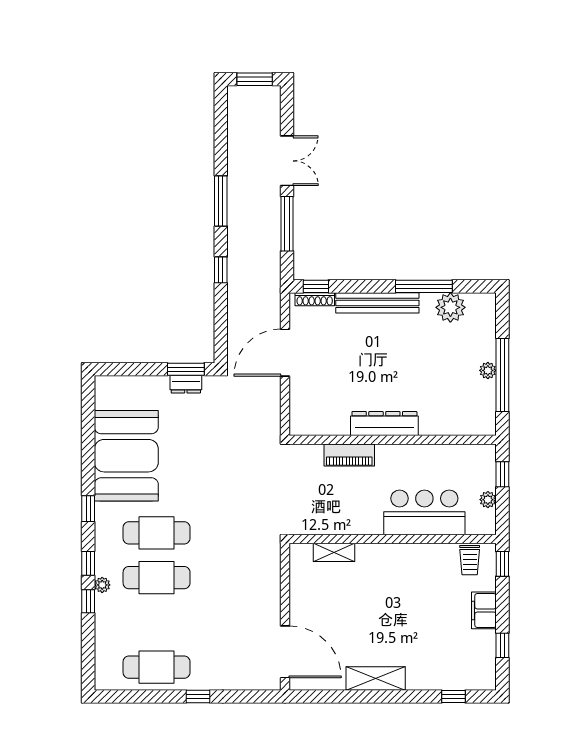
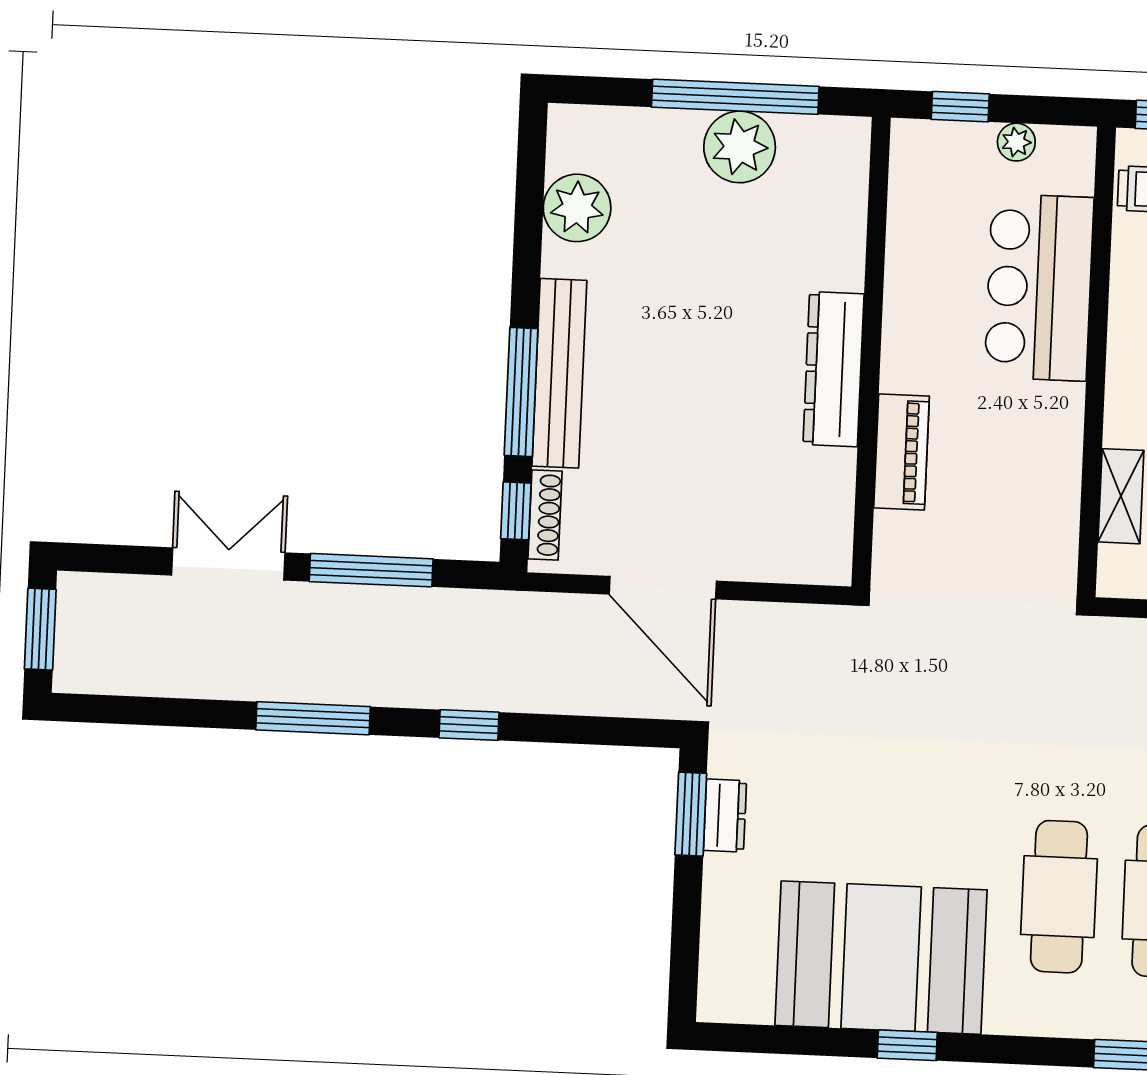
window: (424, 286) -> (521, 392), moved
plant: (488, 370) -> (740, 147), width x1.87, depth x1.87
window: (88, 509) -> (907, 1045), moved

